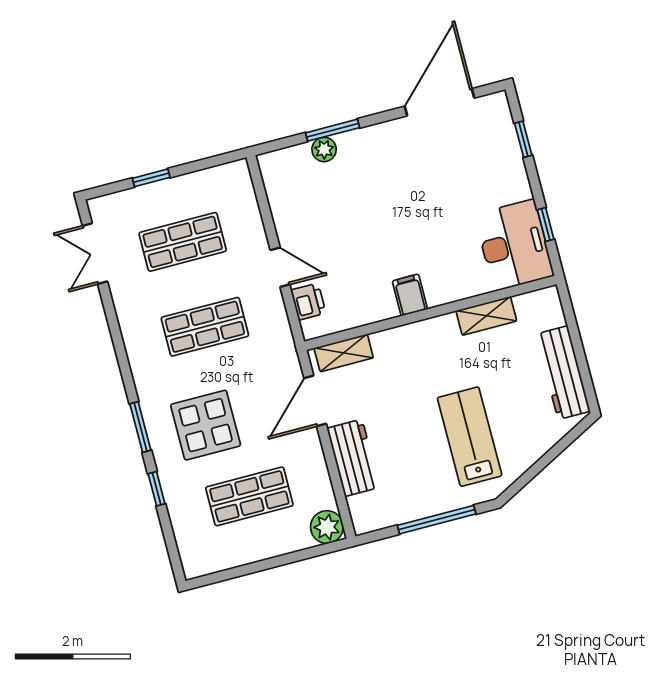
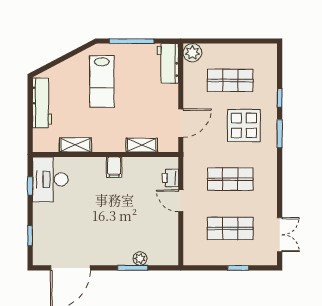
shelving: (344, 353) -> (142, 145), moved
workbench: (353, 458) -> (168, 63), moved

